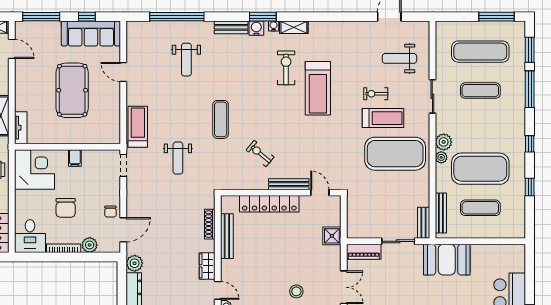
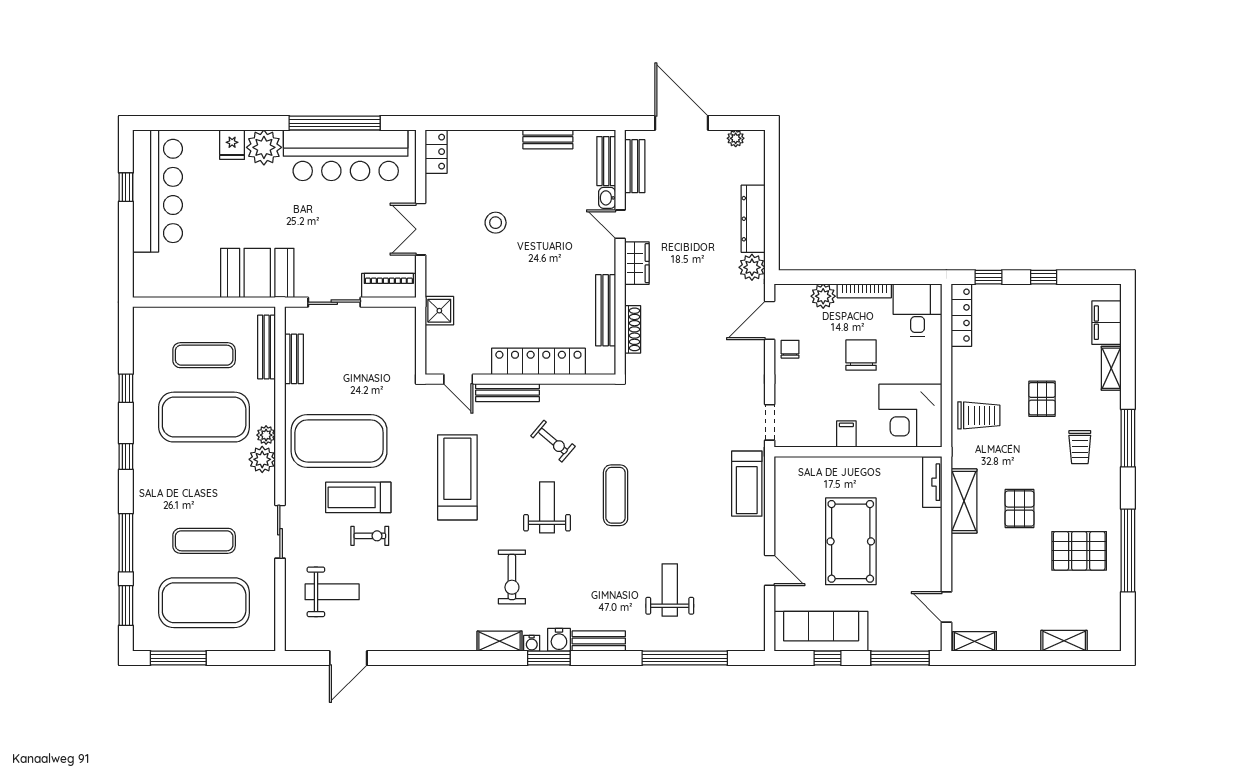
exercise mat: (480, 52) -> (204, 603), width x1.47
treadmill: (318, 88) -> (457, 477), moved
weight bench: (178, 158) -> (547, 507), moved
bench: (424, 223) -> (294, 359), moved

